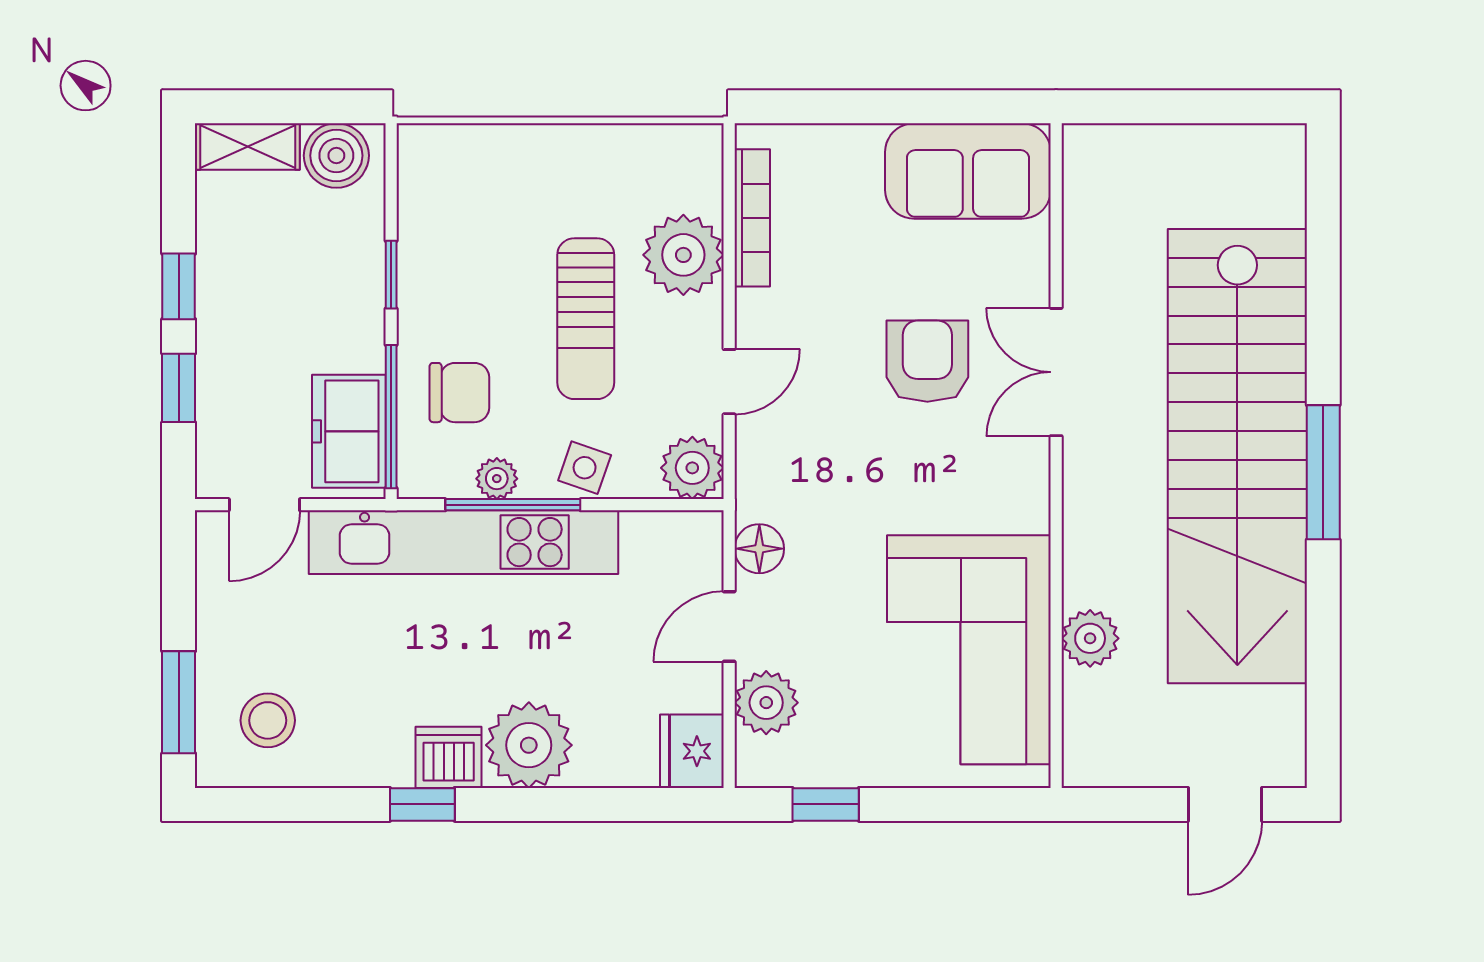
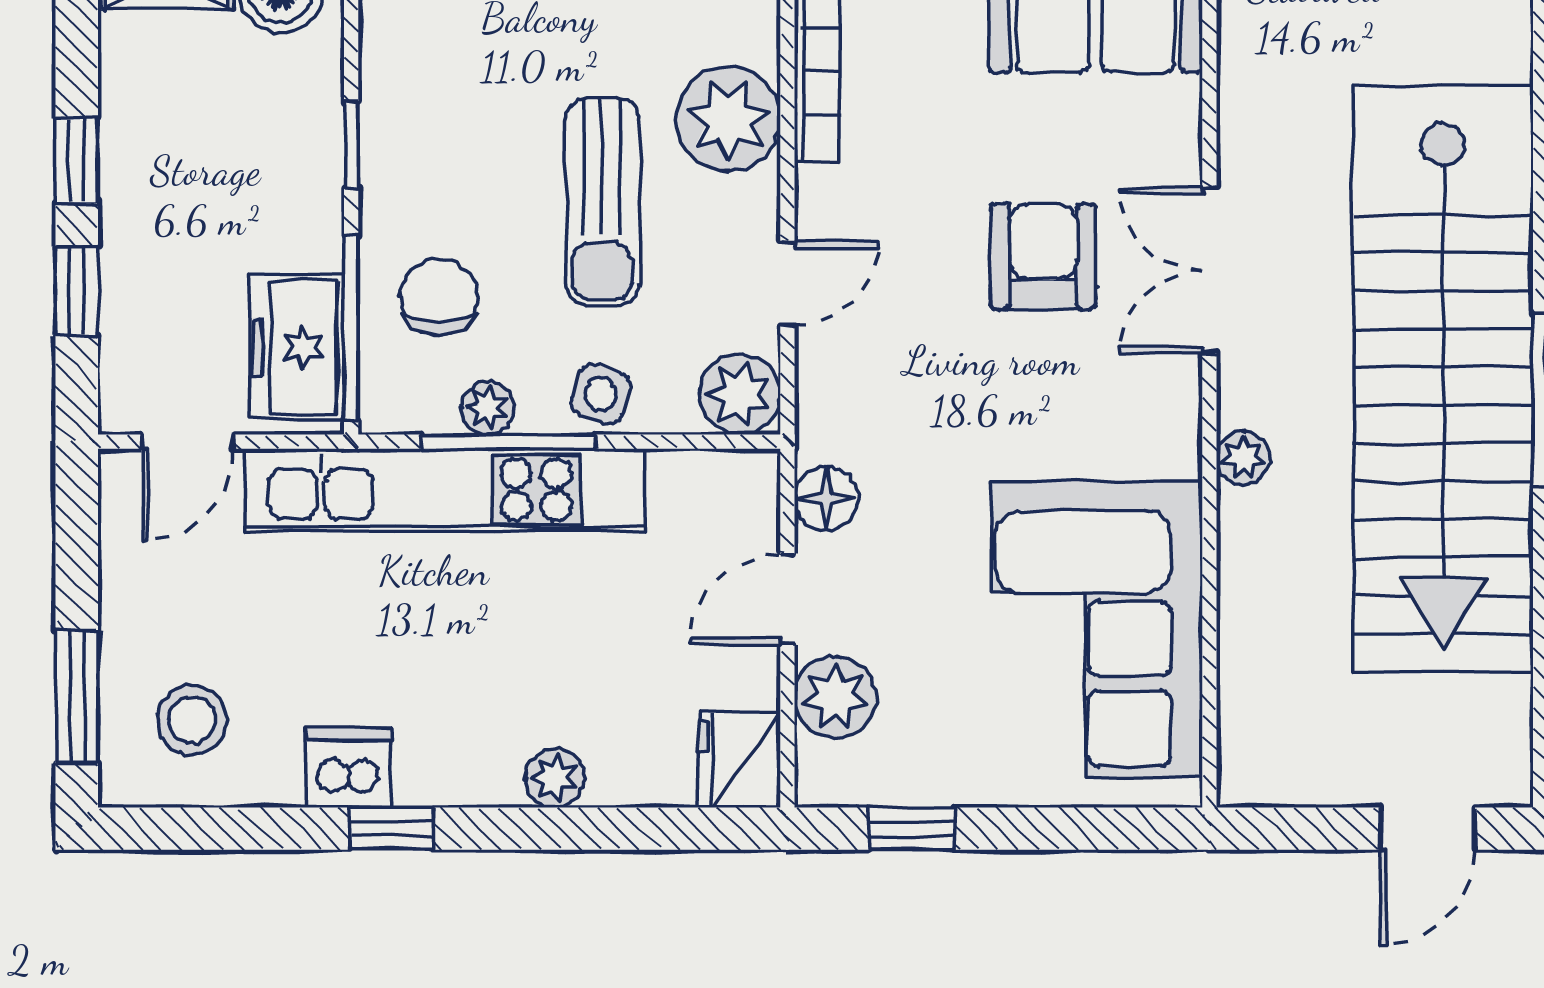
chair: (459, 393) -> (439, 297), turned -90
plant: (1090, 638) -> (1243, 458), moved, width x0.73, depth x0.73
plant: (529, 745) -> (555, 778), width x0.53, depth x0.53
dishwasher: (449, 757) -> (349, 768), moved

